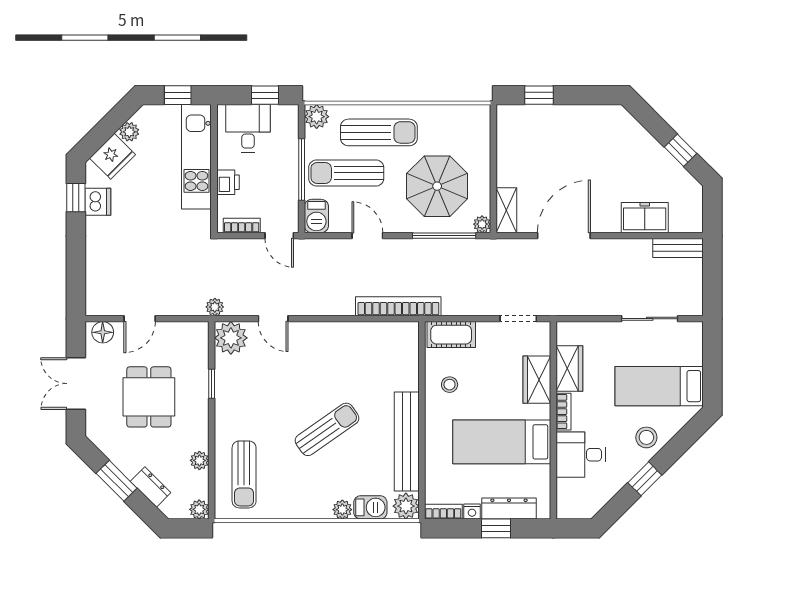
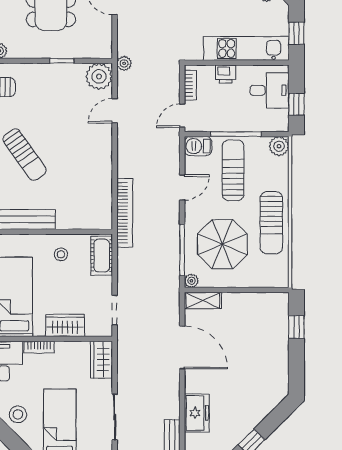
sun lounger: (379, 132) -> (271, 223), moved
wardrobe: (569, 368) -> (102, 360), moved, turned 90

